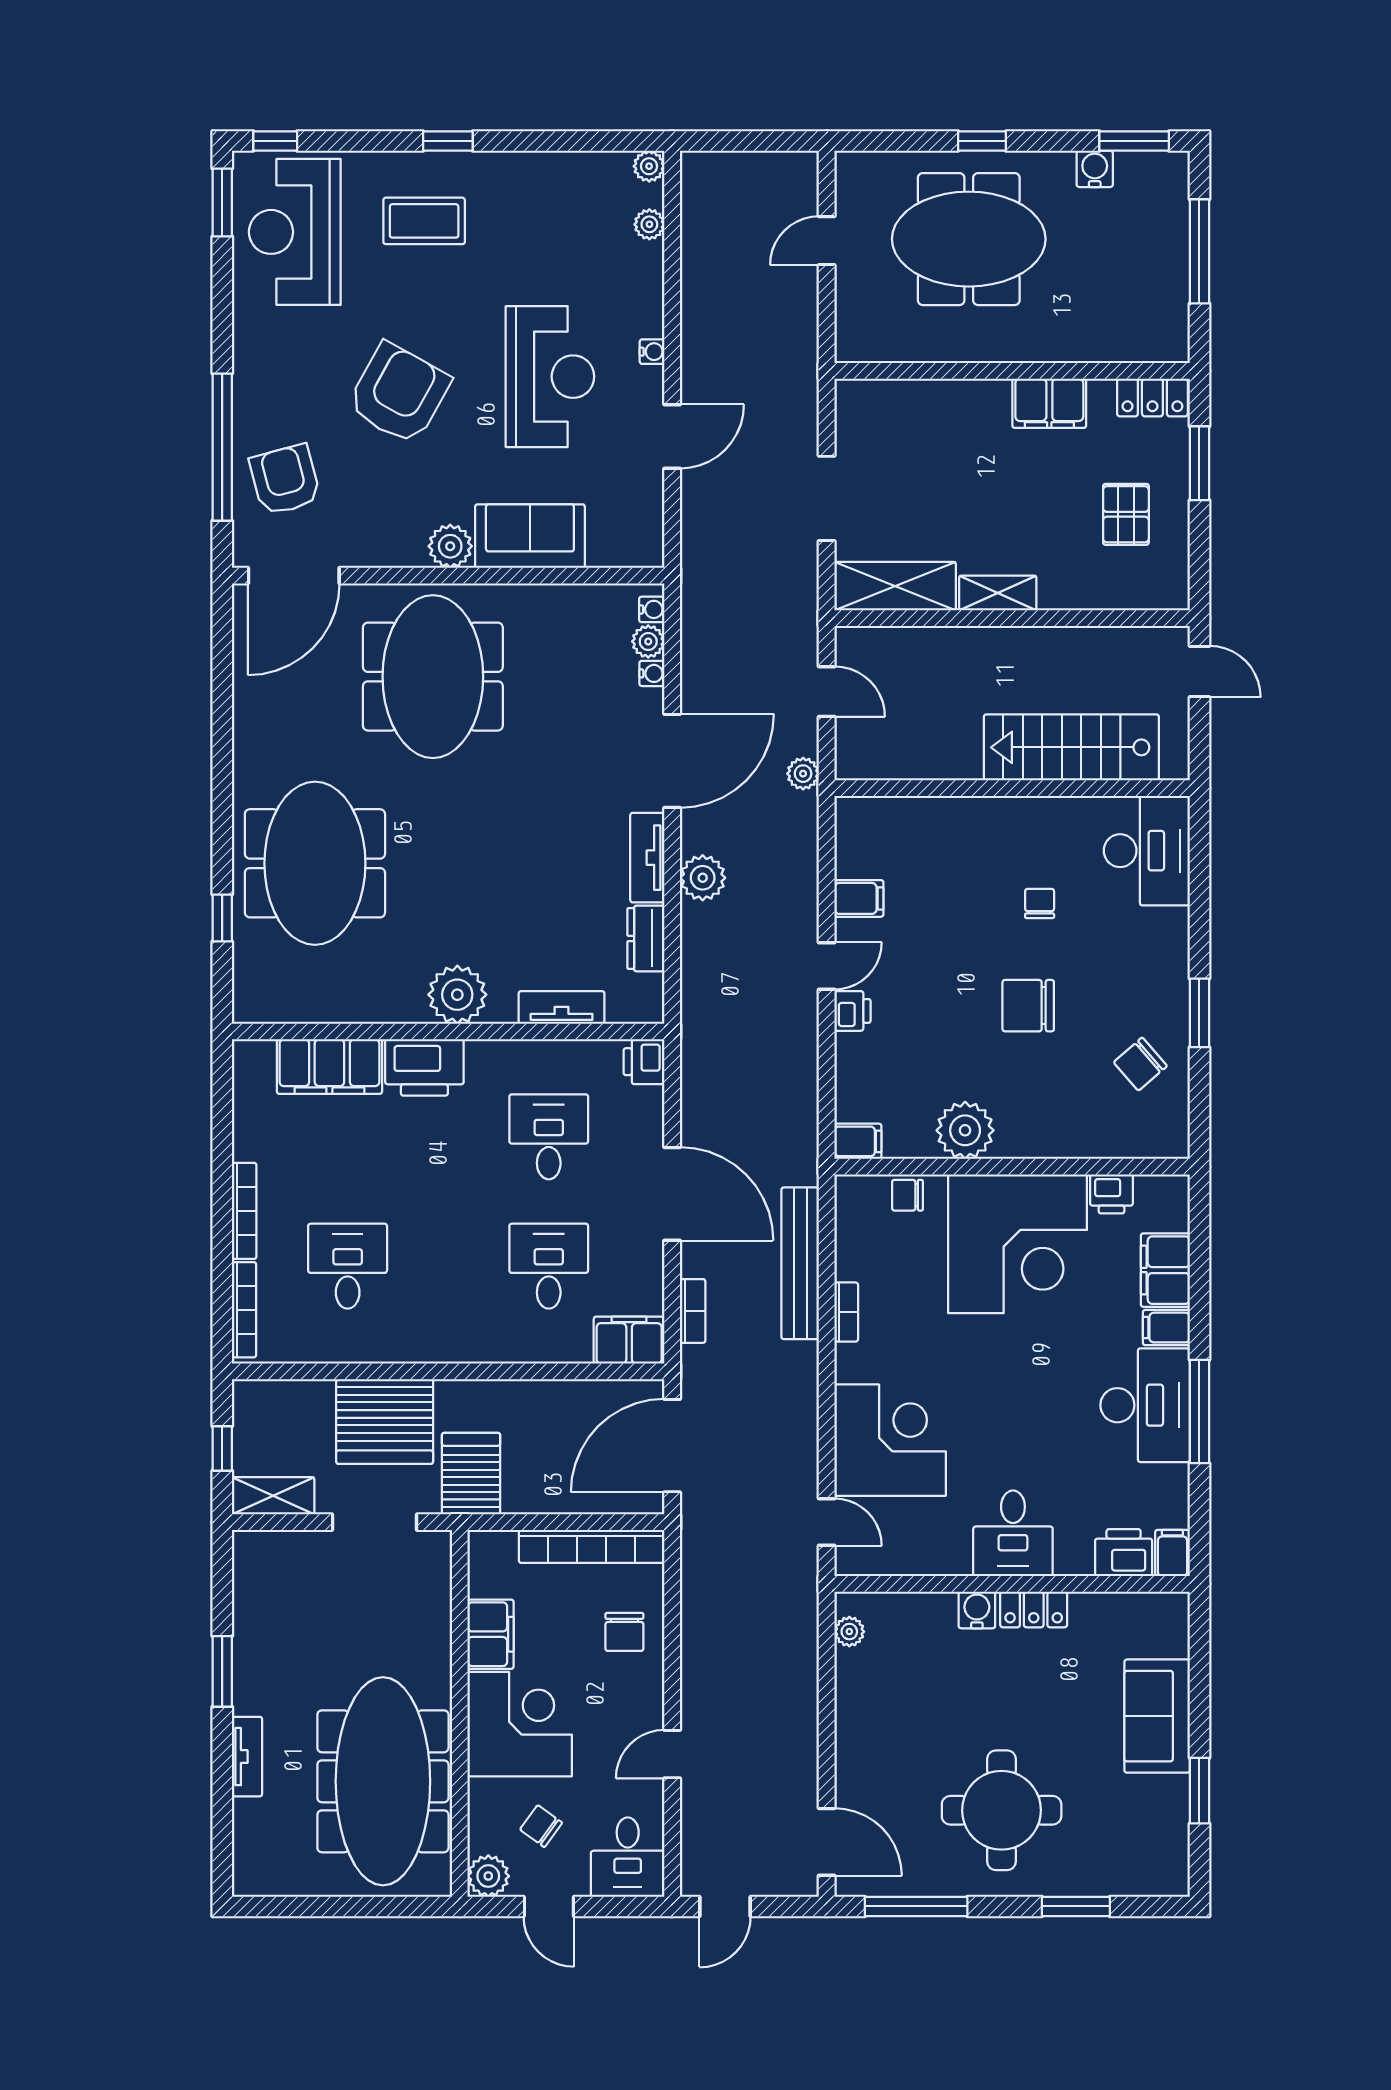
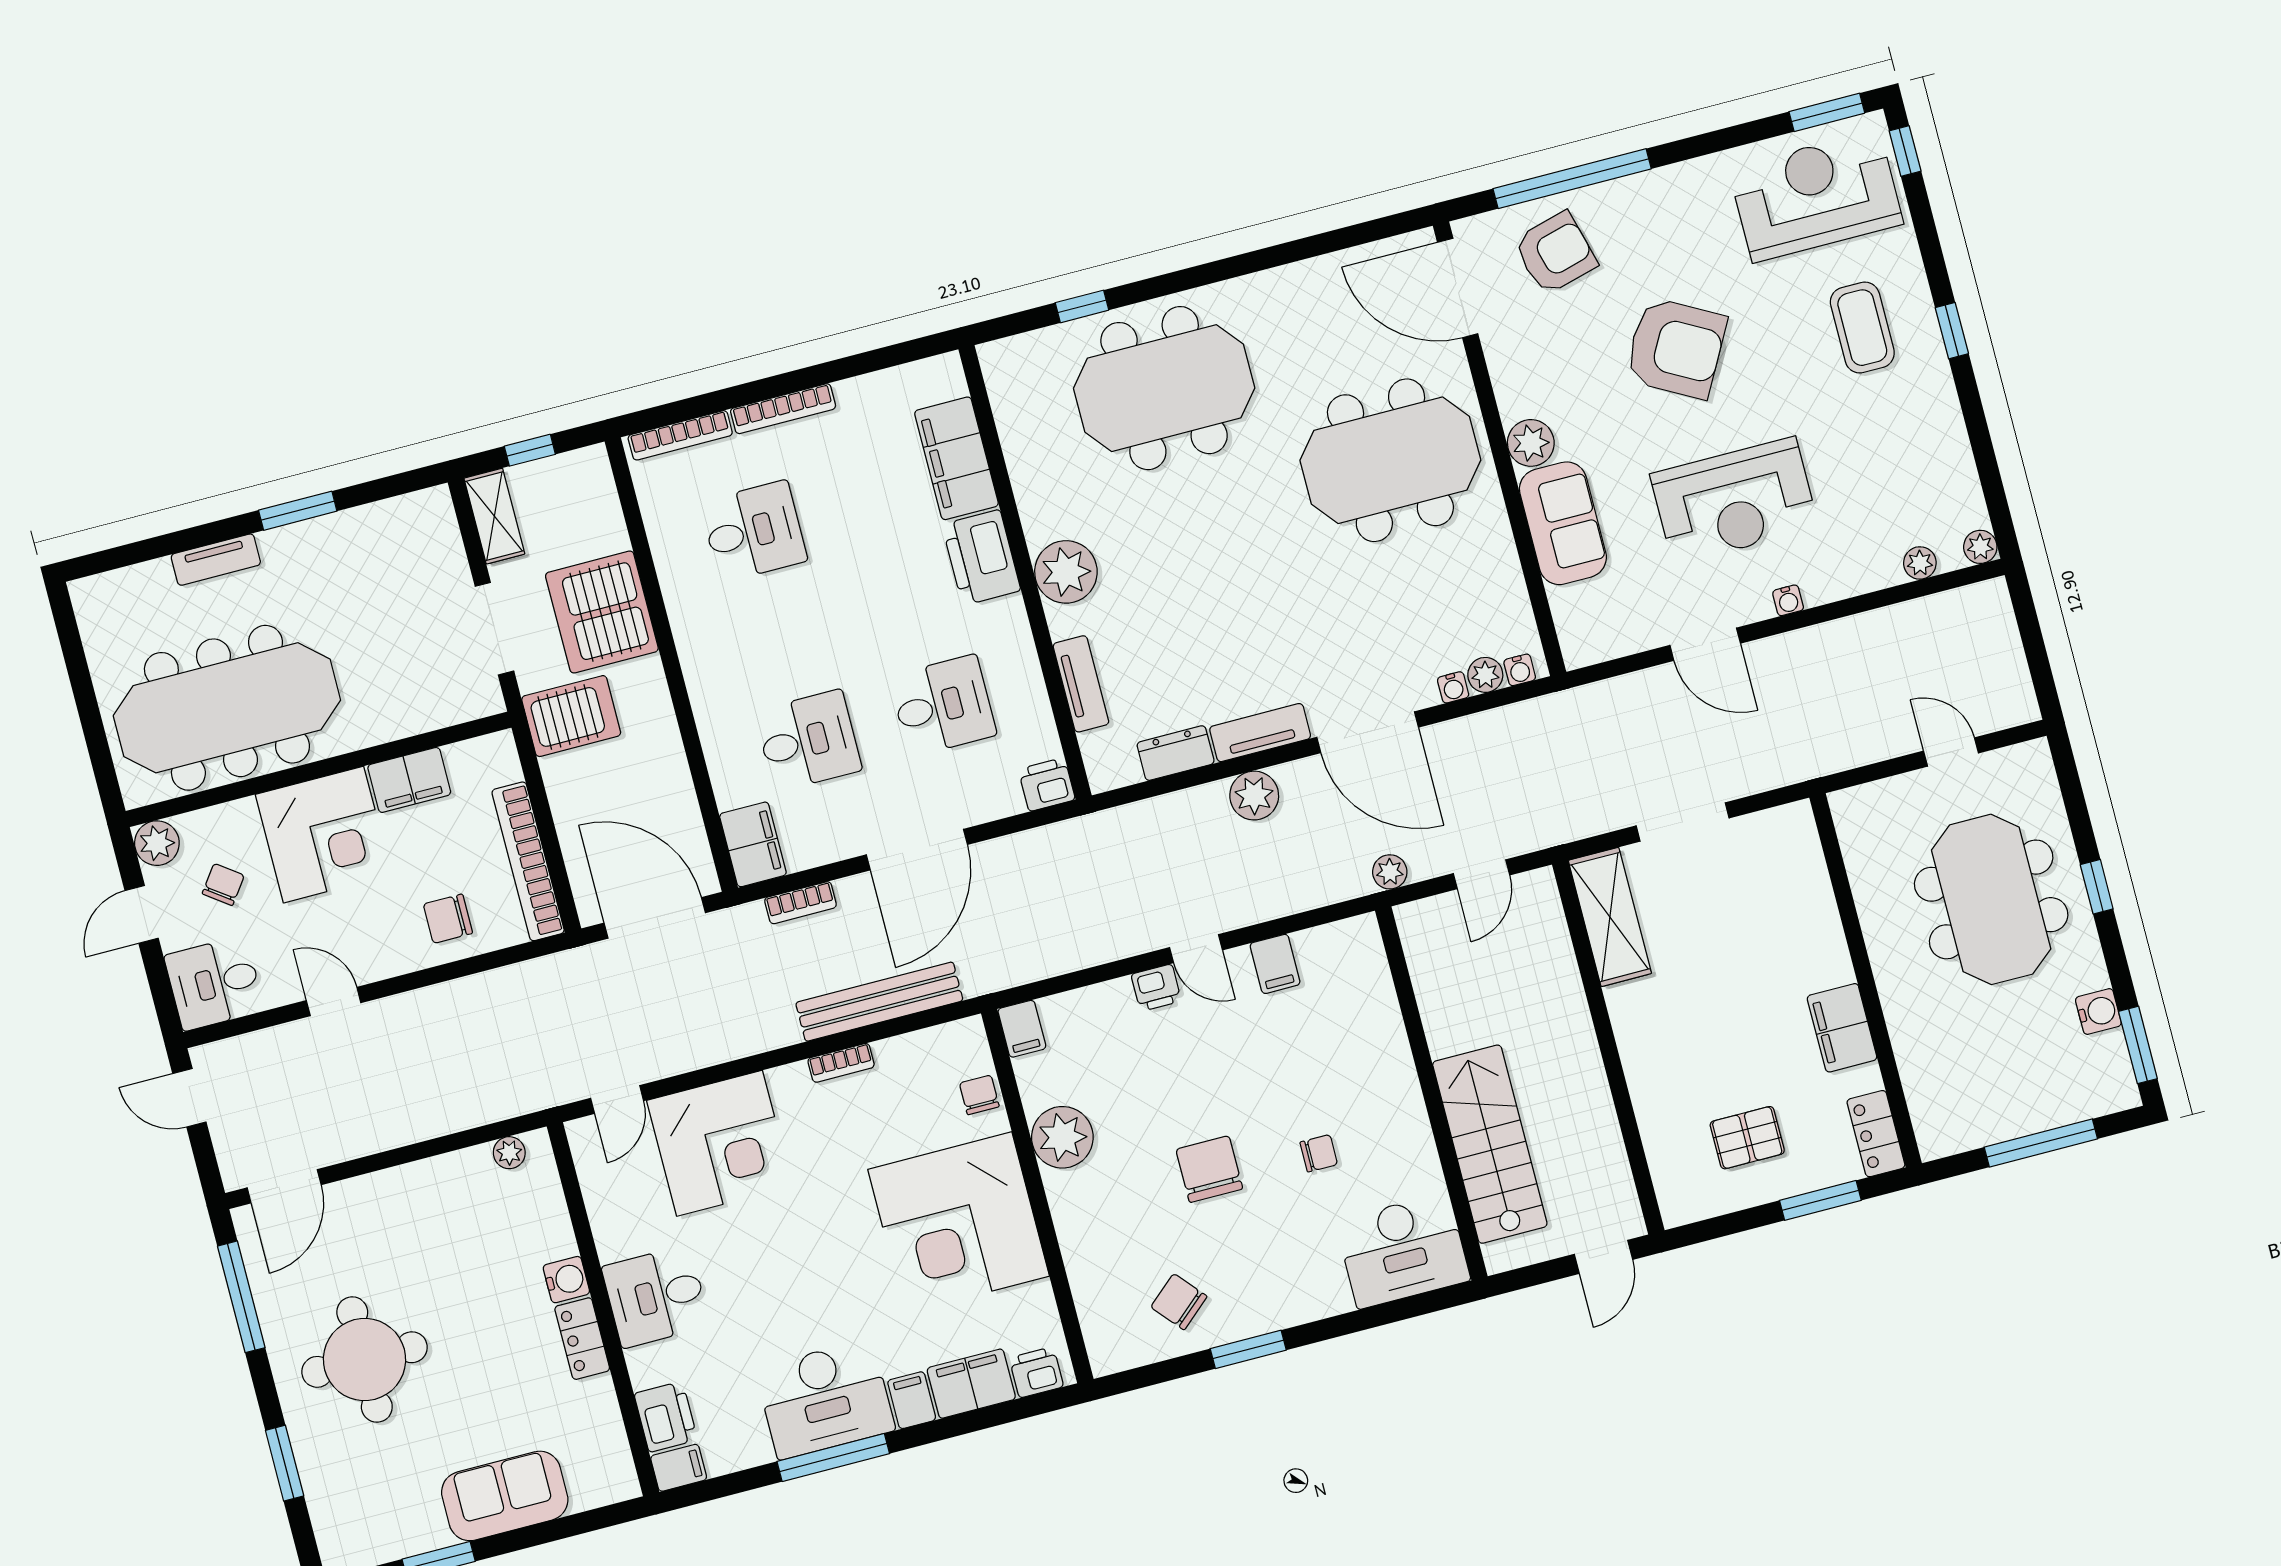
shelving: (998, 593) -> (1631, 1026), removed
printer: (1111, 1194) -> (1036, 1372), moved, turned 90

